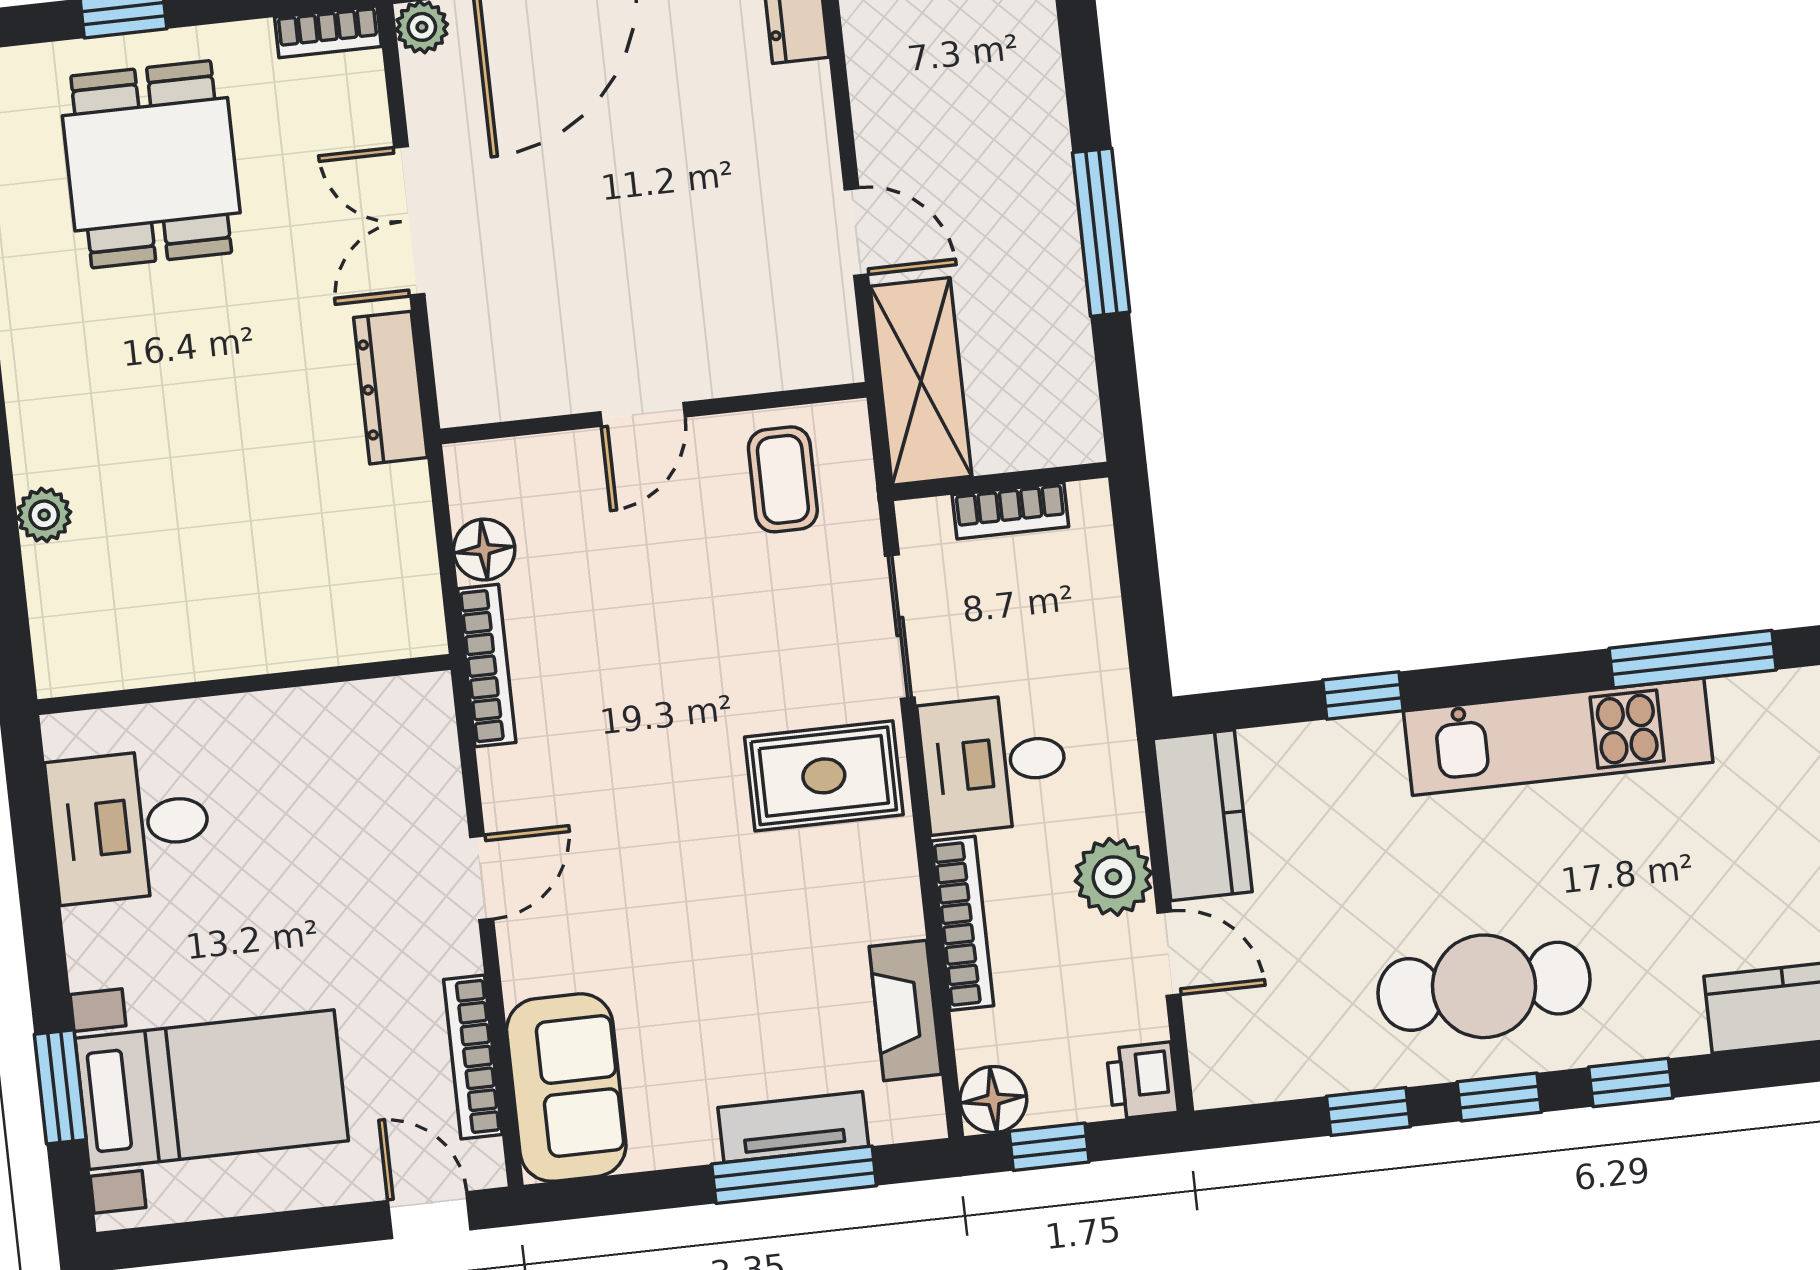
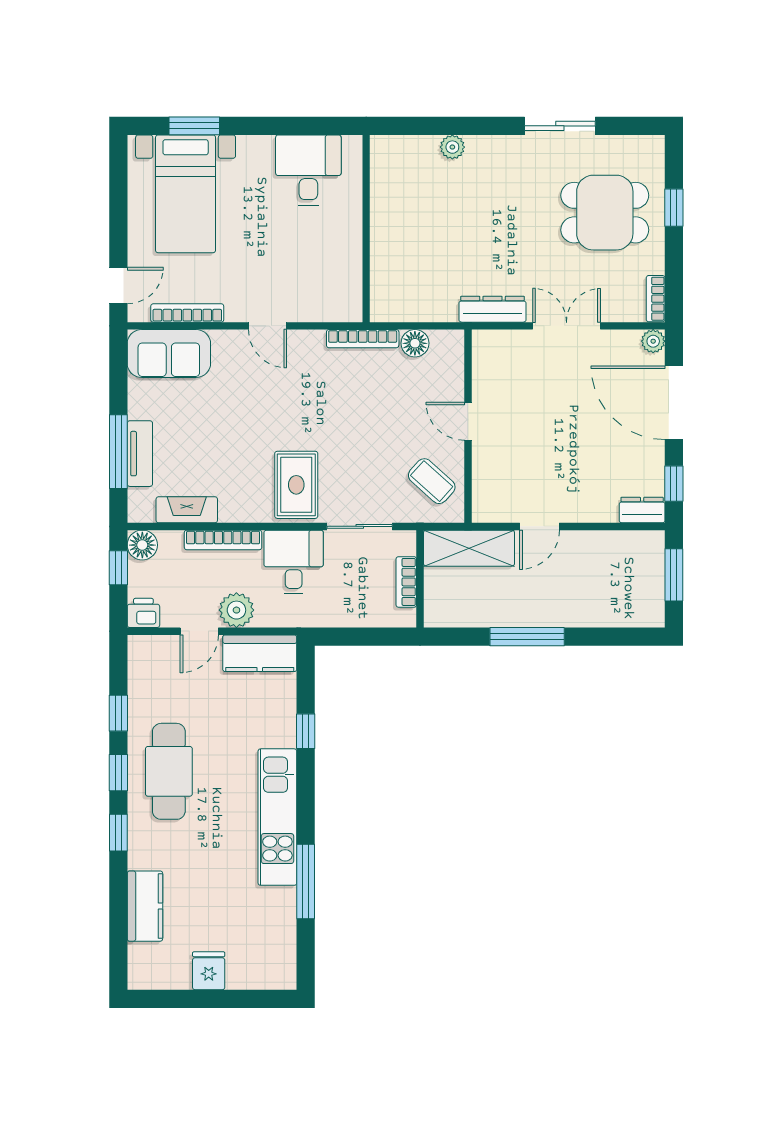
coffee table: (783, 479) -> (432, 481), turned 42

